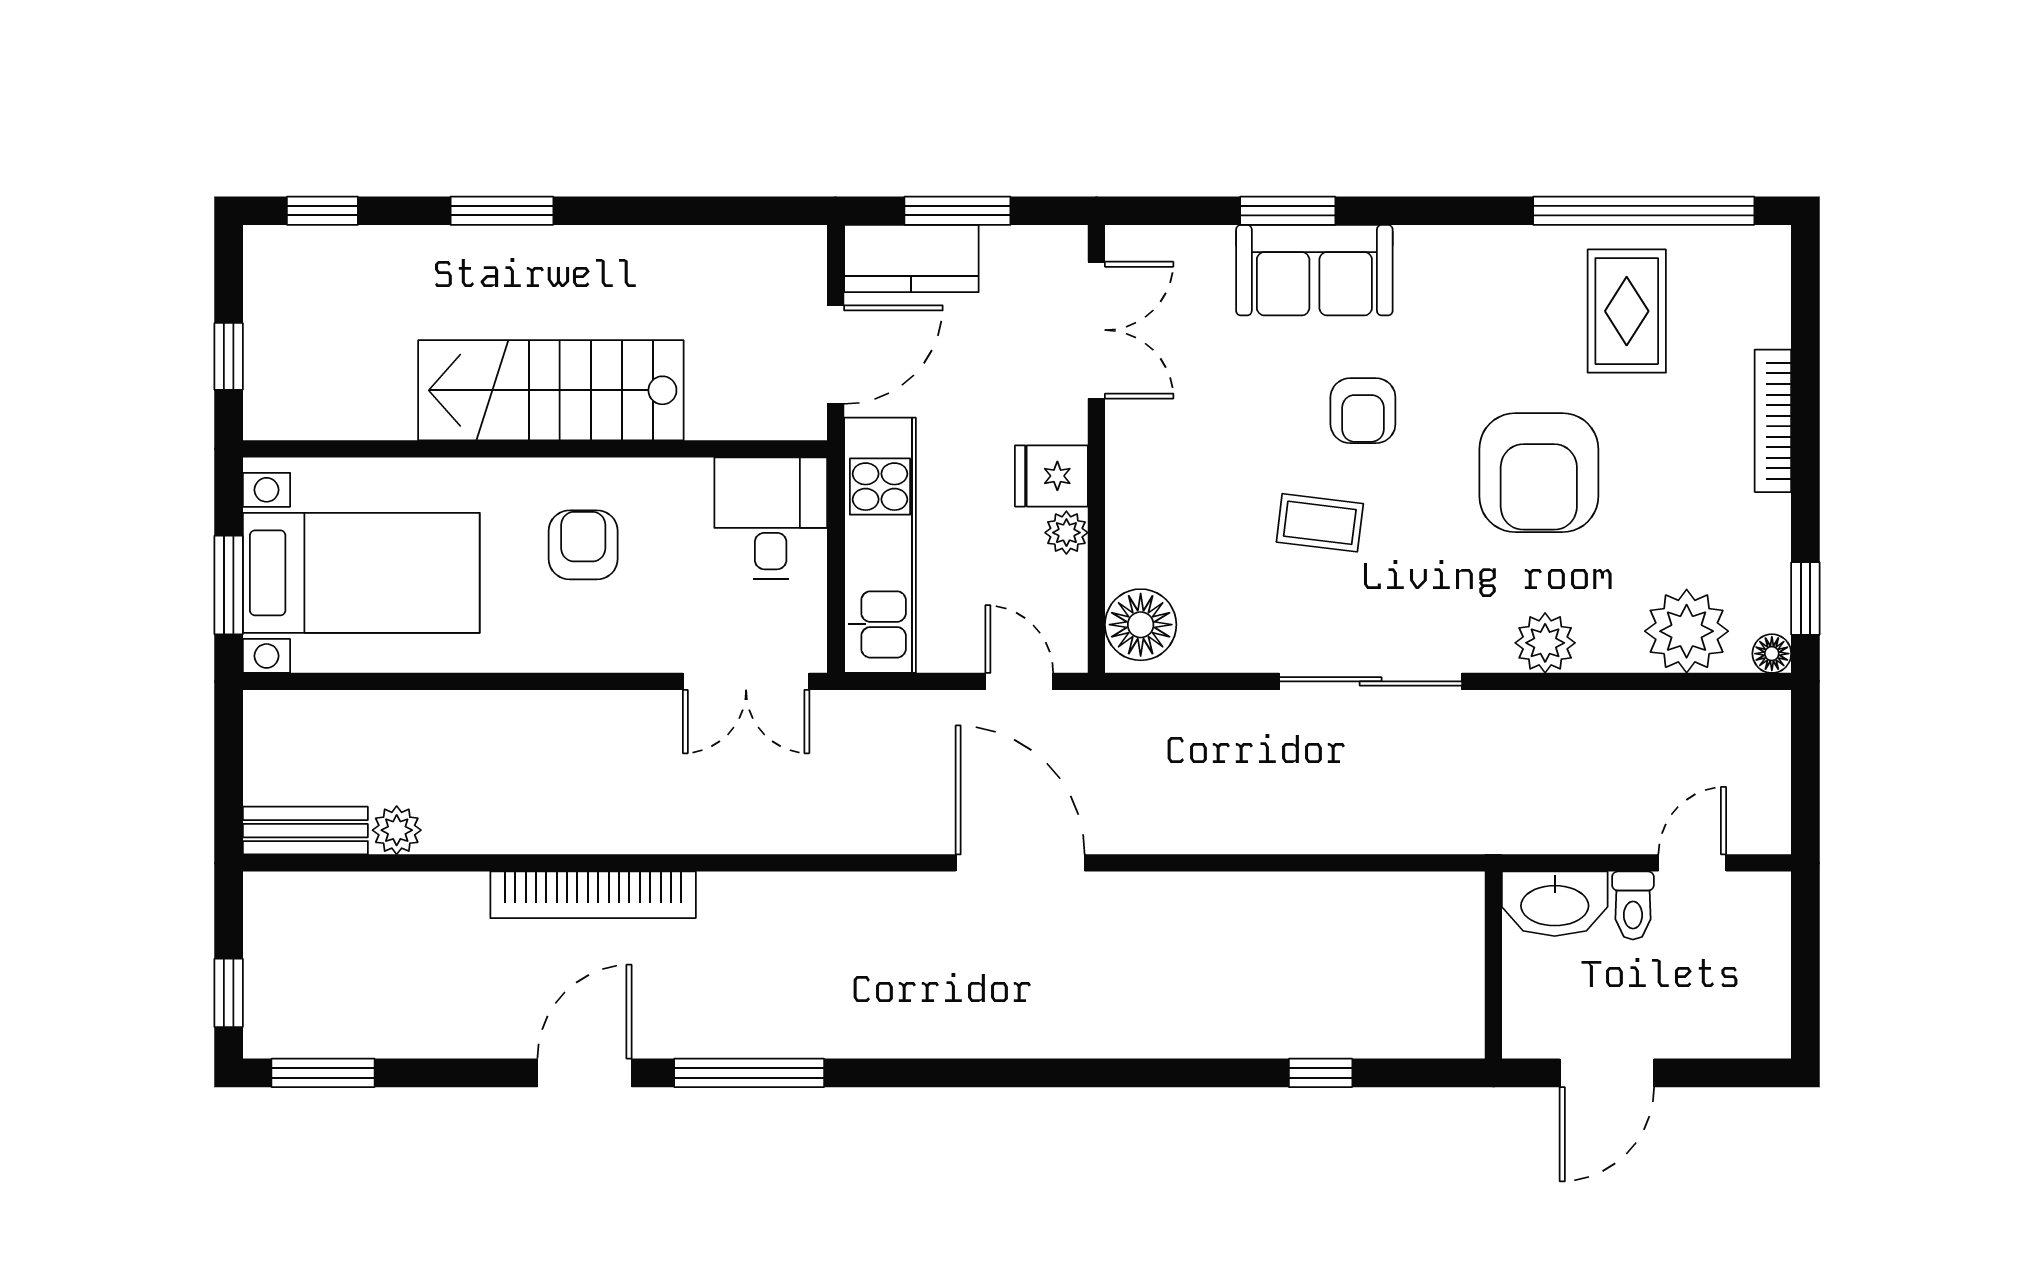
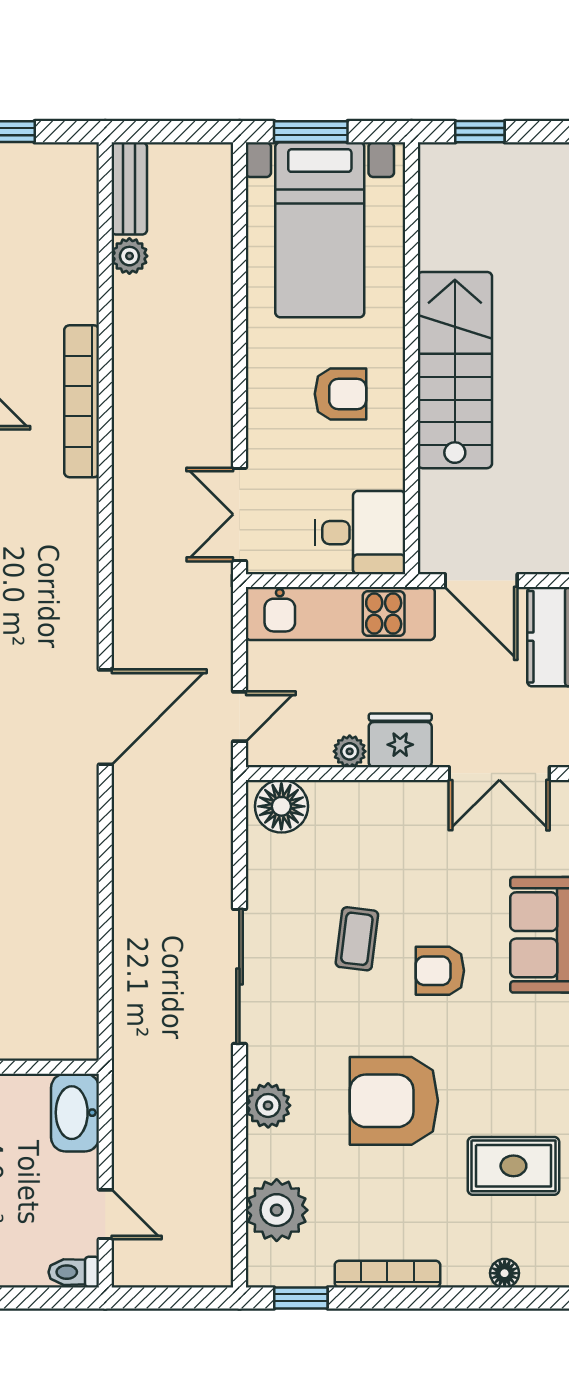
bookcase: (1773, 421) -> (387, 1274), moved
fridge: (1051, 476) -> (400, 740), width x1.38
floor lamp: (1772, 654) -> (505, 1273), moved
toilet: (1633, 906) -> (74, 1272), moved

